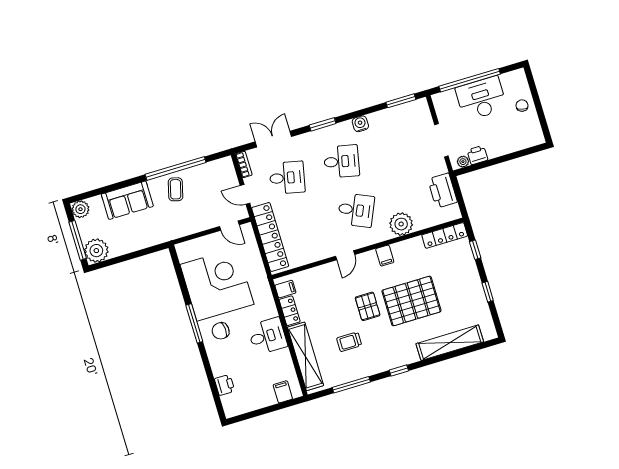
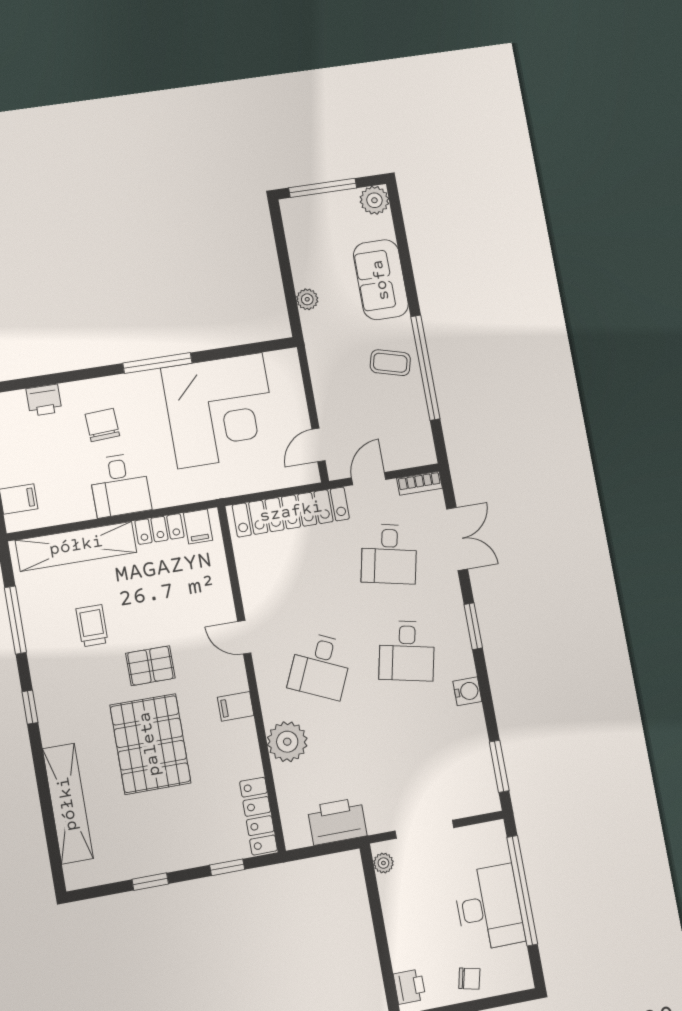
printer: (477, 155) -> (409, 987), moved
plant: (96, 251) -> (307, 299), moved, width x0.53, depth x0.53
chair: (221, 331) -> (102, 425), moved

